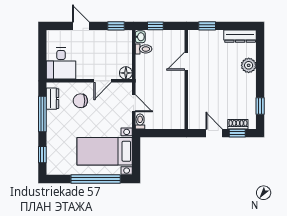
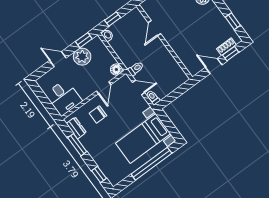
plant: (104, 39) -> (82, 57), added
toilet: (144, 49) -> (136, 69), moved
window: (42, 114) -> (77, 145), width x0.69

